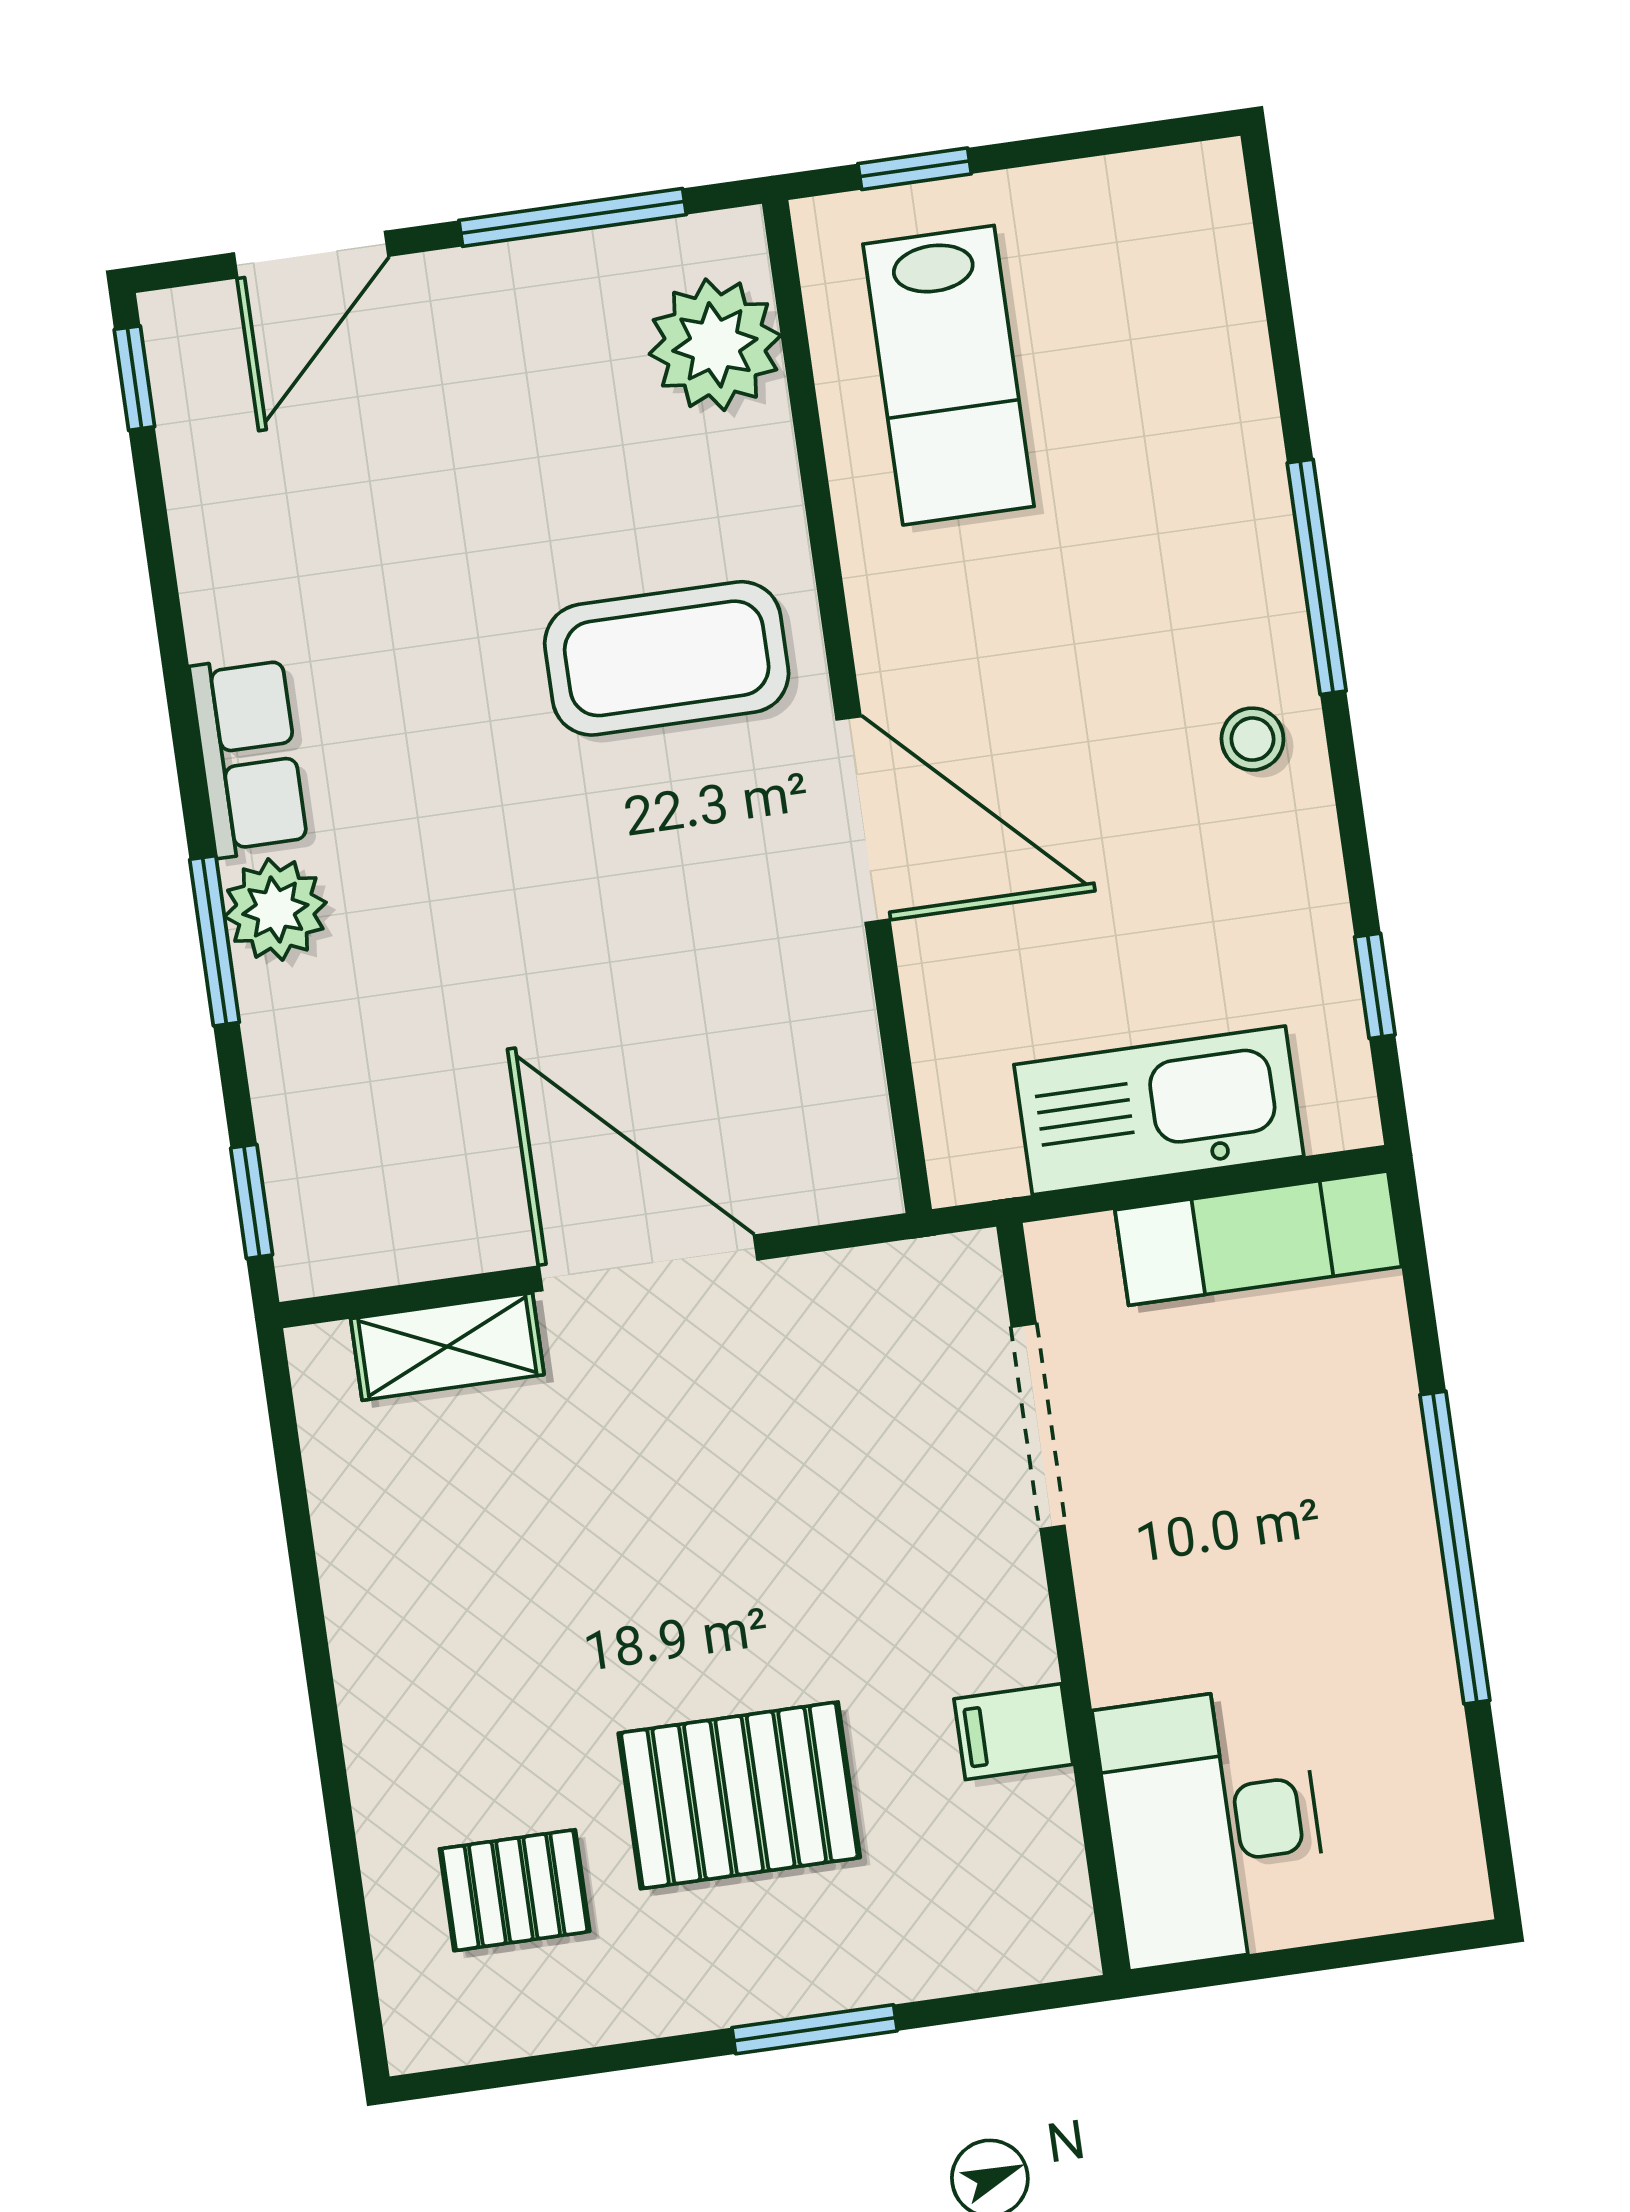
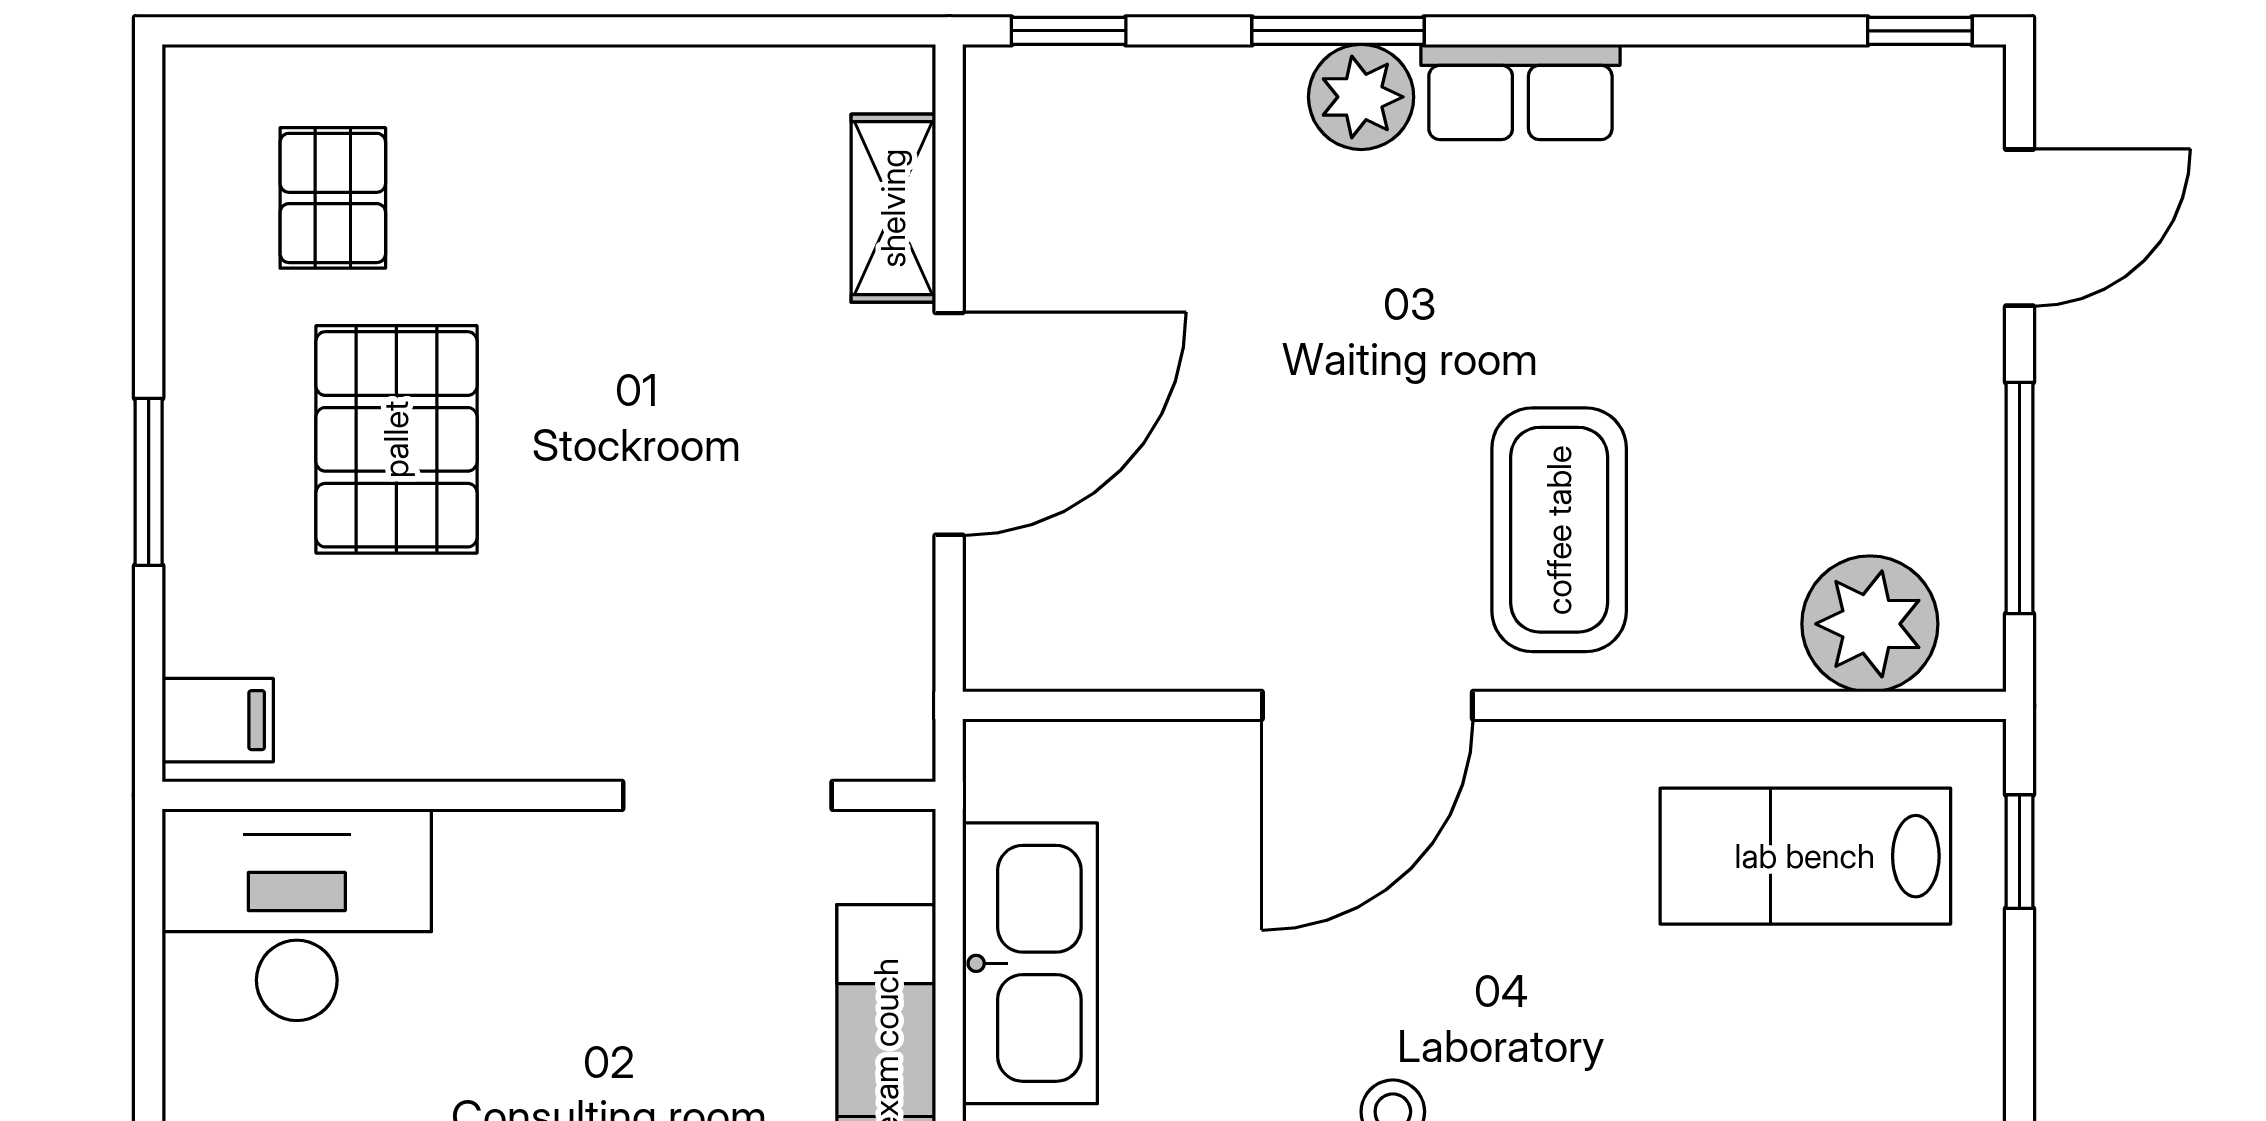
door: (311, 255) -> (2020, 228), swing flipped
filing cabinet: (1013, 1732) -> (218, 720), moved, turned 90

